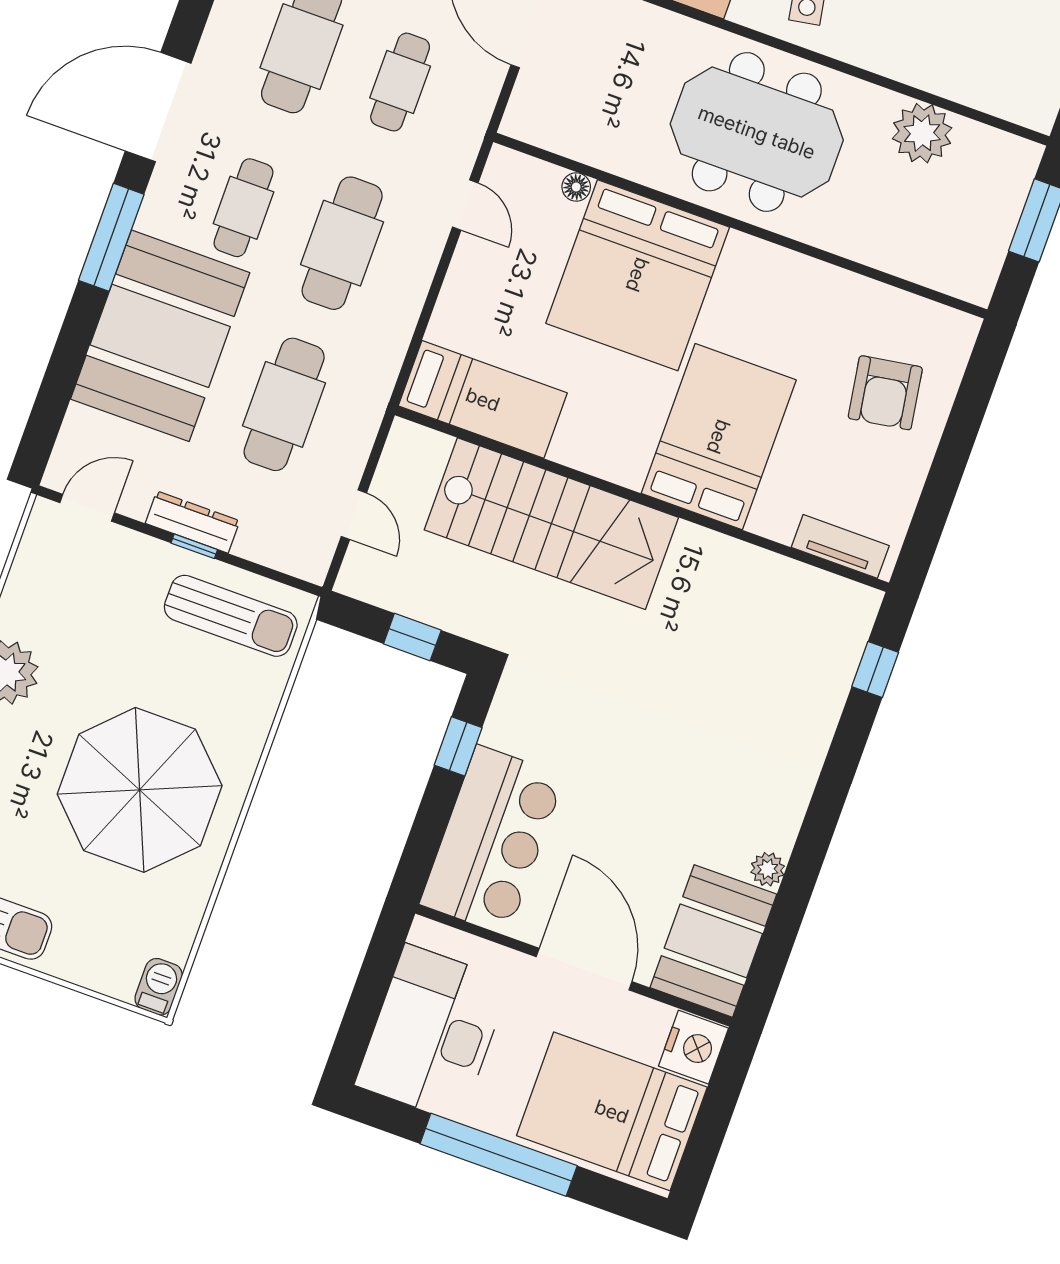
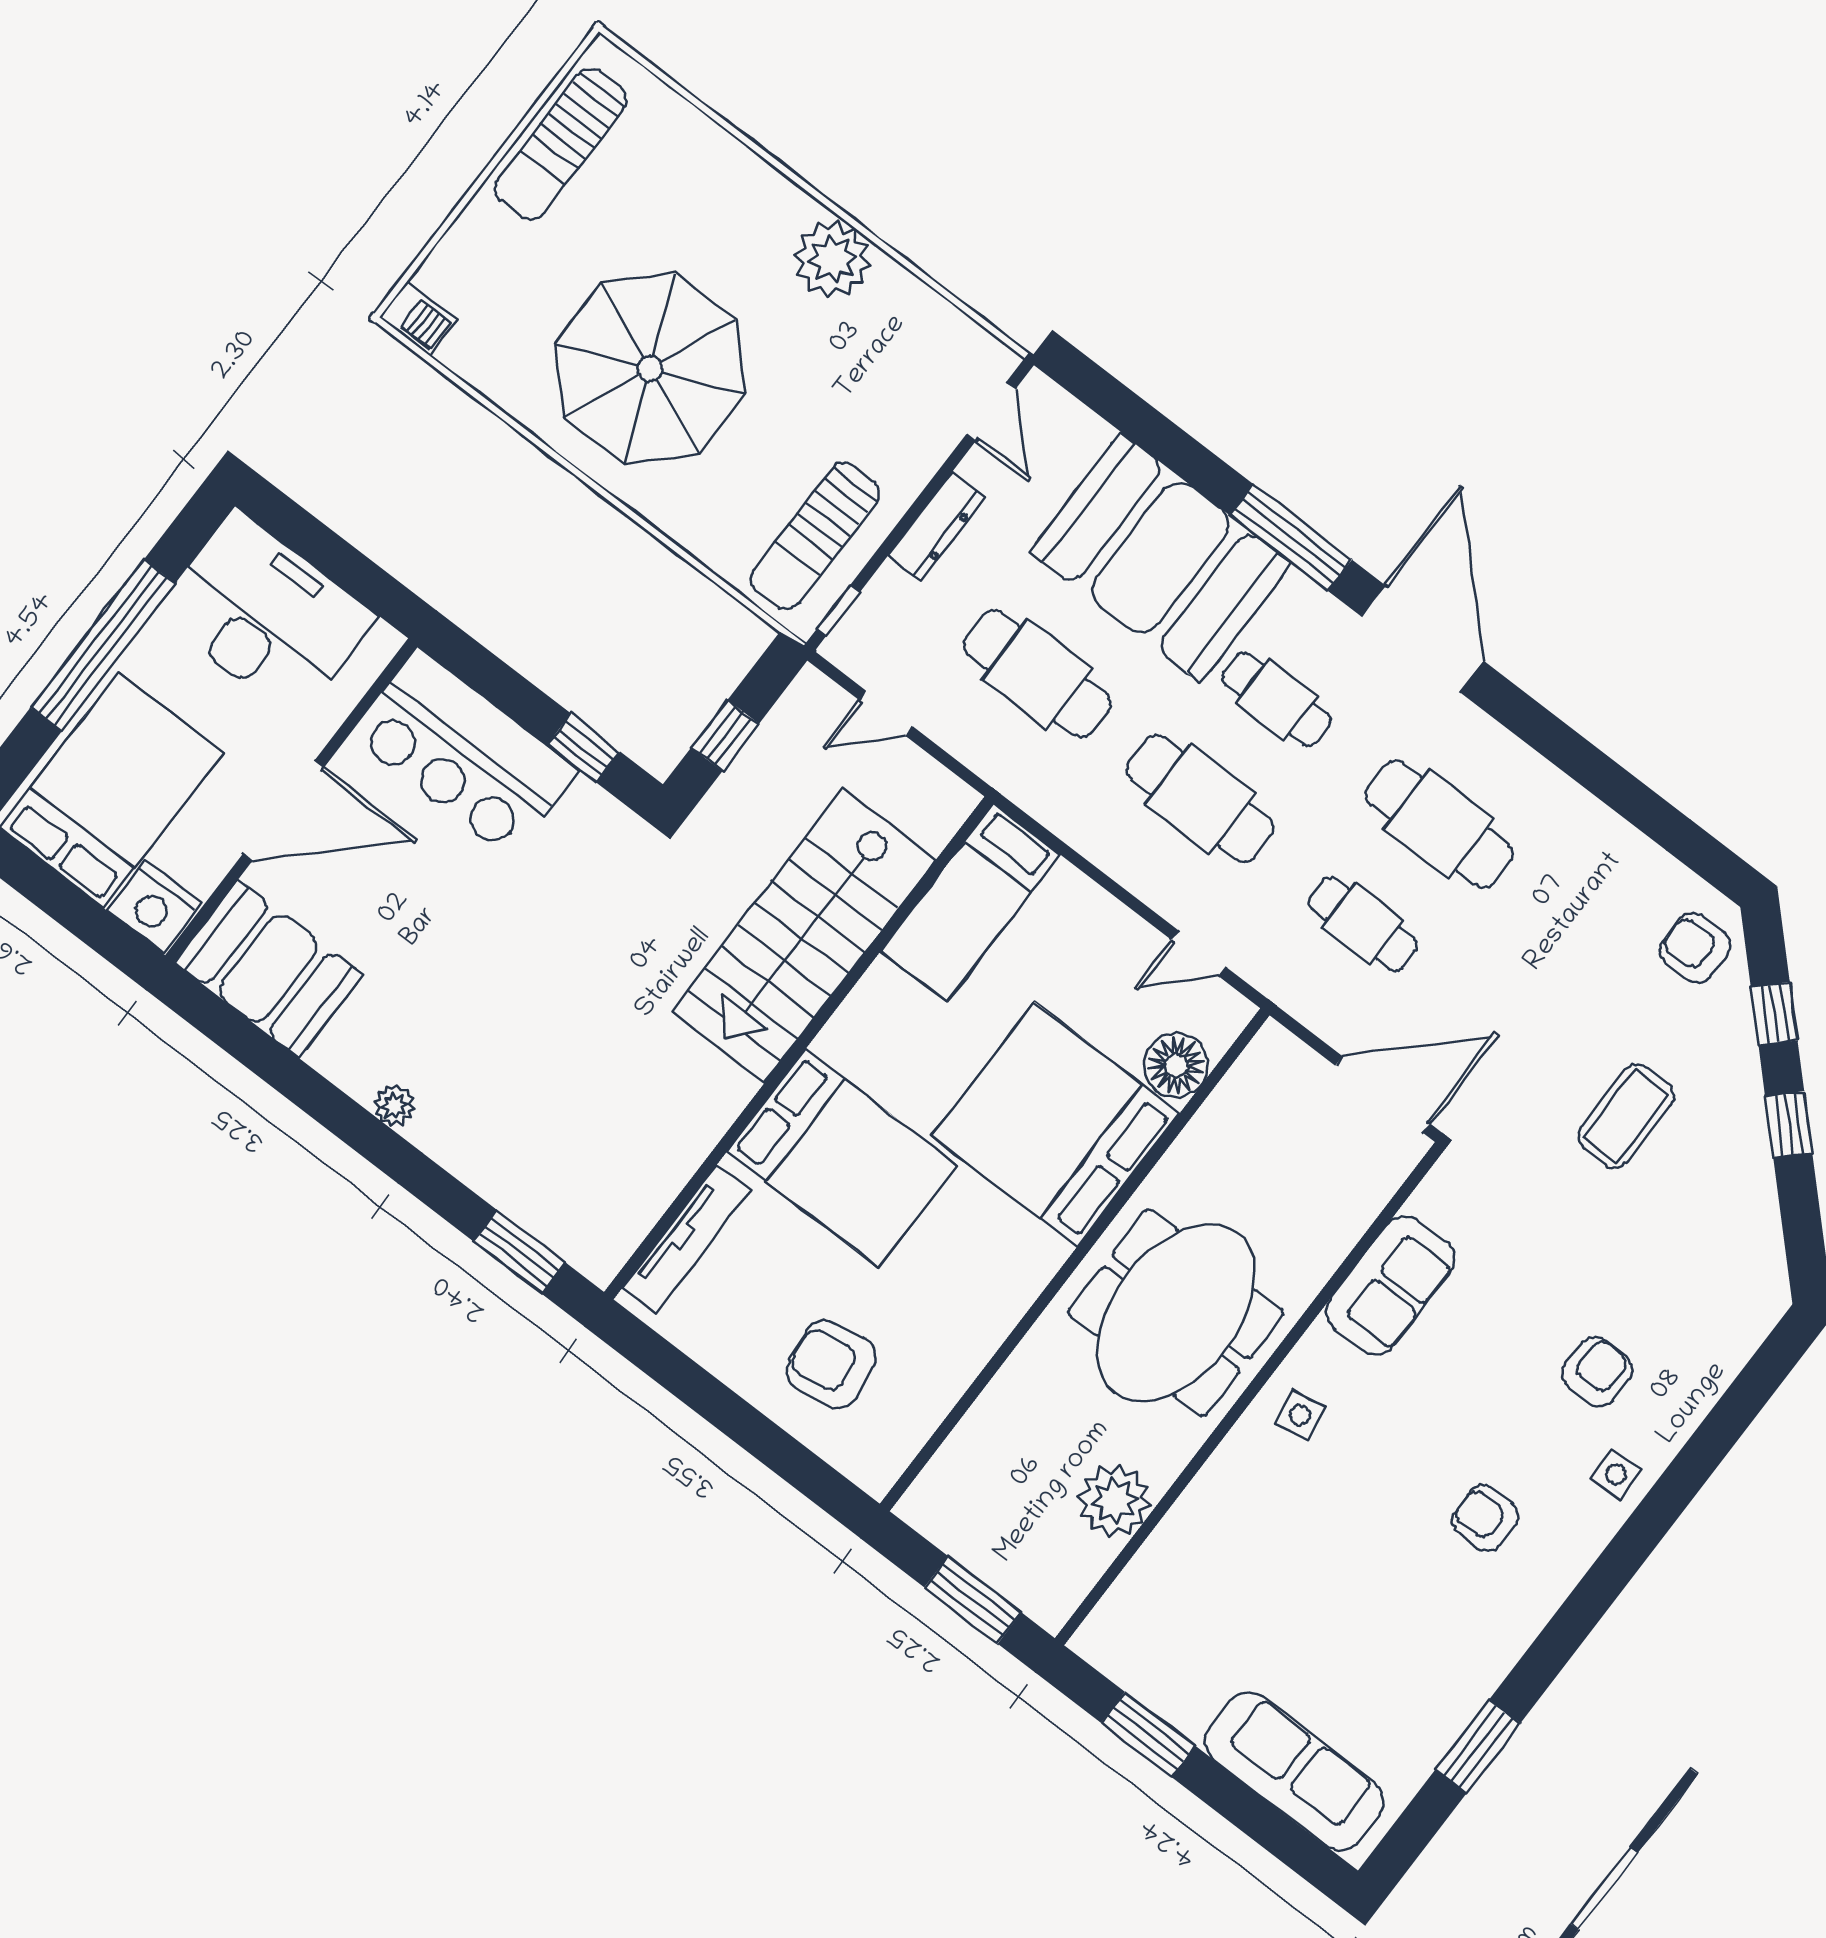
floor lamp: (576, 187) -> (1176, 1065), width x1.89, depth x1.89
window: (194, 546) -> (838, 610), moved
tv unit: (840, 546) -> (686, 1239), width x1.41
window: (875, 669) -> (519, 1252), width x1.50
plant: (768, 869) -> (394, 1105), moved

